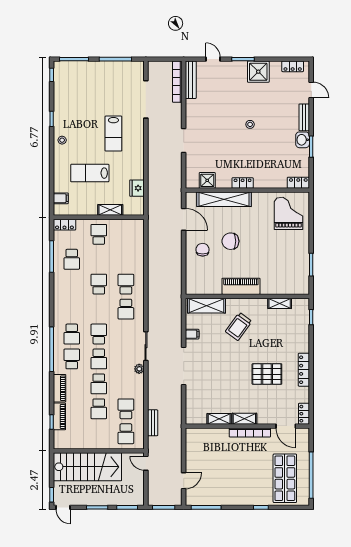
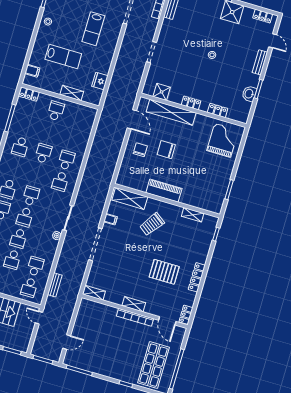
washbasin: (303, 140) -> (249, 94), moved
lab bench: (90, 173) -> (63, 56), turned 180
locker: (298, 183) -> (218, 111), moved
school desk: (72, 259) -> (20, 147), moved
shelving: (219, 419) -> (94, 293), moved

